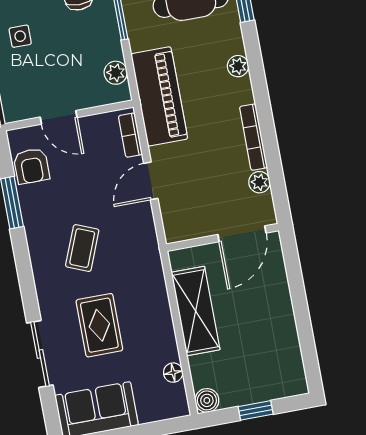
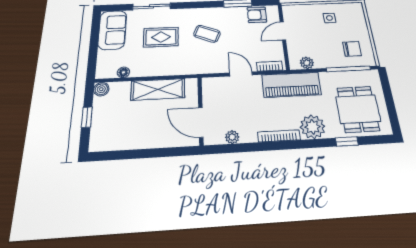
plant: (238, 66) -> (313, 127), width x1.88, depth x1.88
bookcase: (253, 137) -> (279, 136), moved

